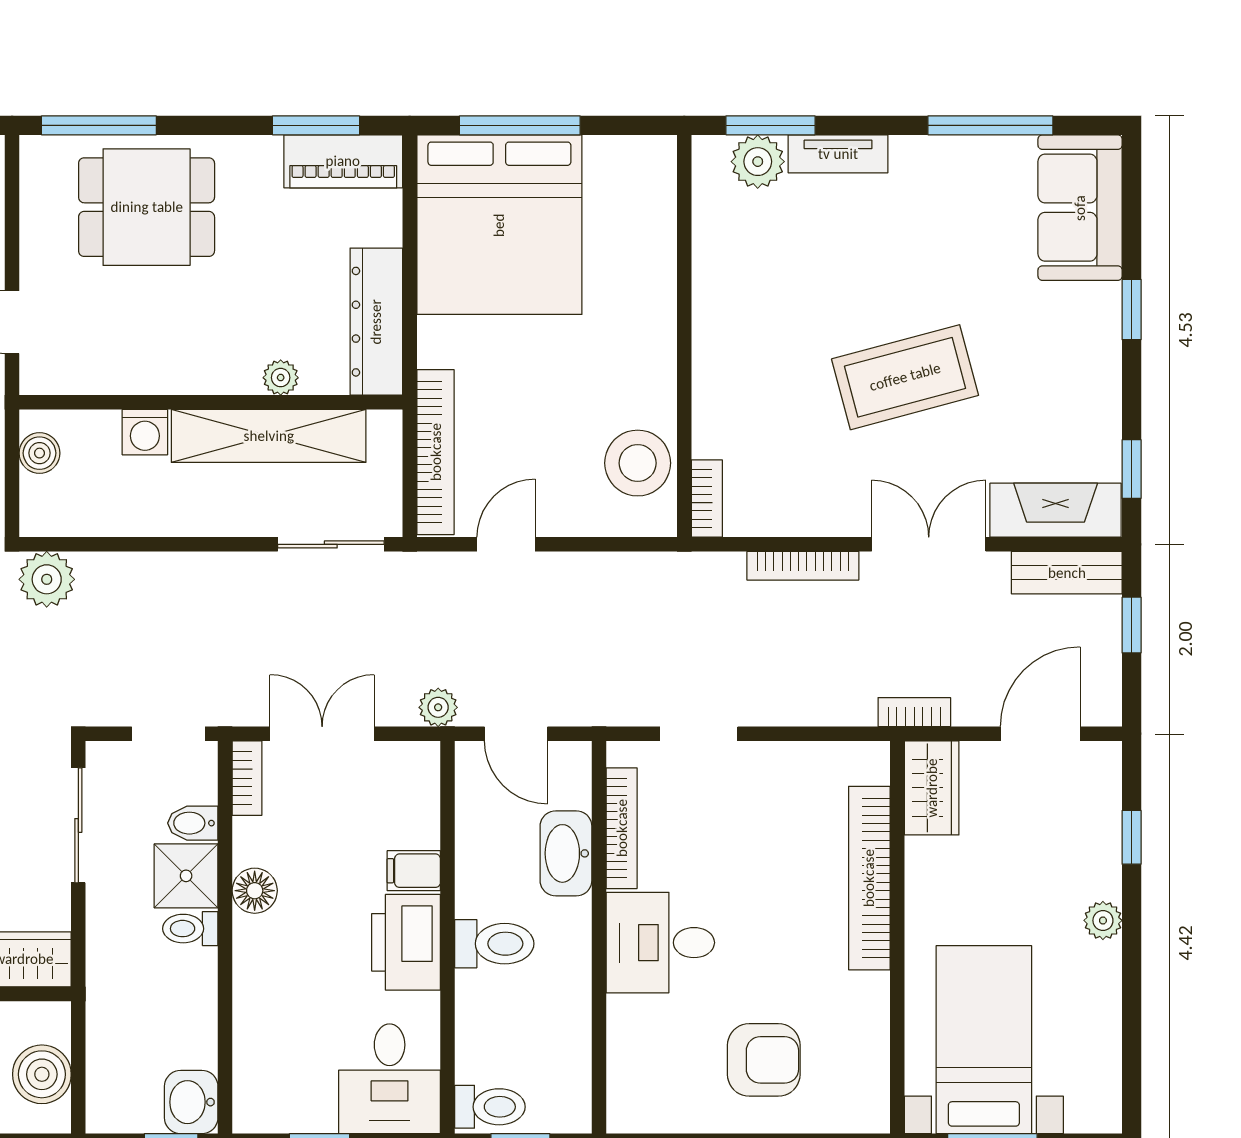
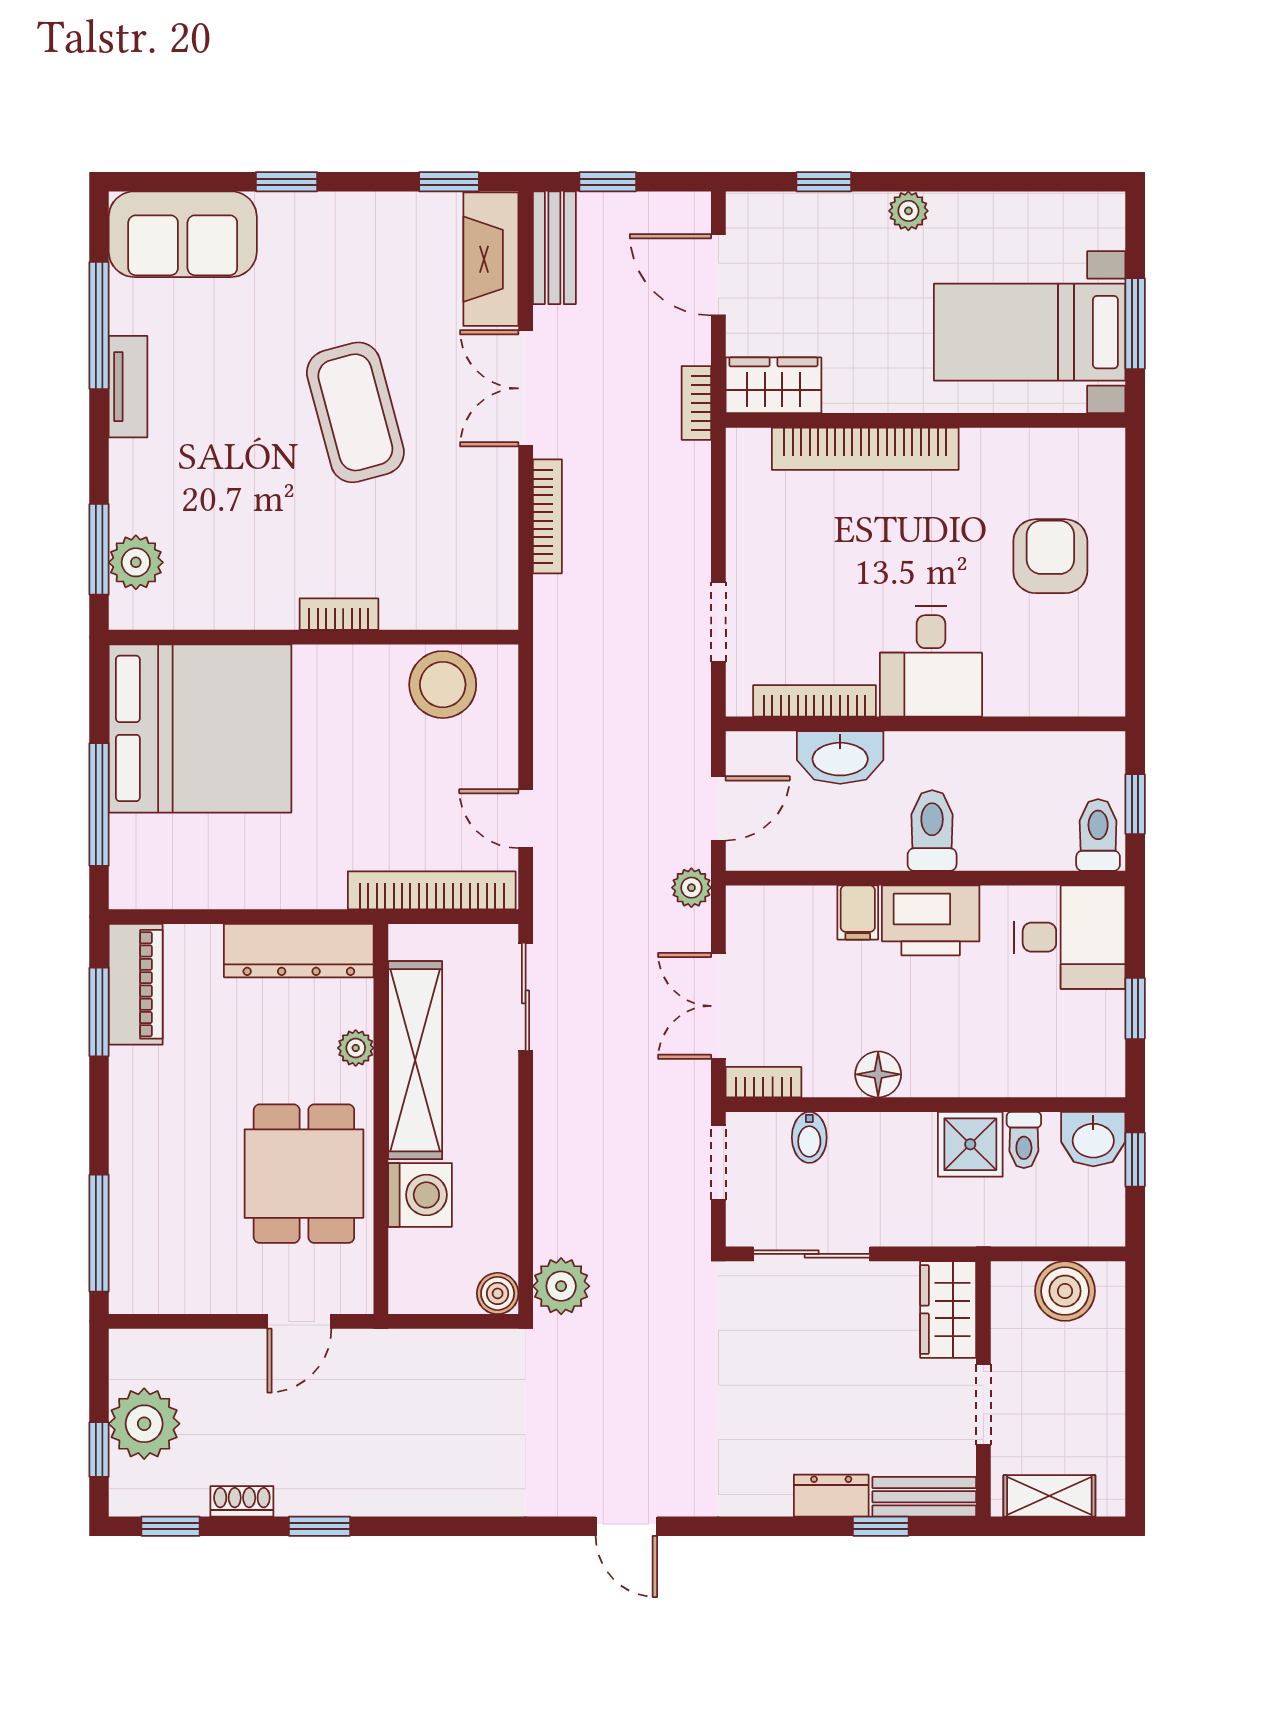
tv unit: (838, 154) -> (128, 387), moved
dining table: (147, 207) -> (304, 1174), moved
bed: (499, 225) -> (200, 728), moved
washing machine: (145, 432) -> (420, 1195), width x1.38, depth x1.38
boiler: (40, 453) -> (498, 1293), moved
bookcase: (707, 499) -> (339, 614), moved
shower: (186, 876) -> (970, 1144), moved
toilet: (190, 929) -> (1024, 1140), moved

